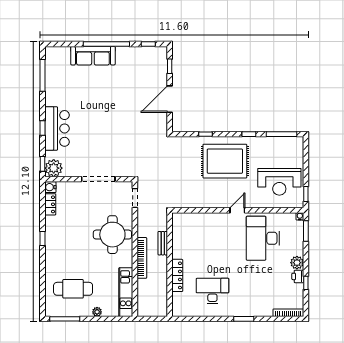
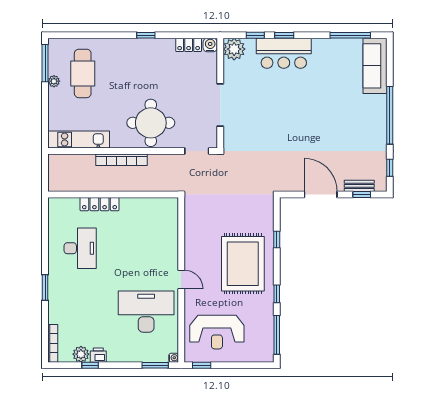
sofa: (93, 56) -> (375, 66), moved
window: (43, 164) -> (255, 35), moved
reception desk: (279, 182) -> (217, 332), turned -90
bench: (163, 243) -> (359, 186), moved
plant: (297, 263) -> (81, 354), moved
plant: (97, 312) -> (54, 81), moved

